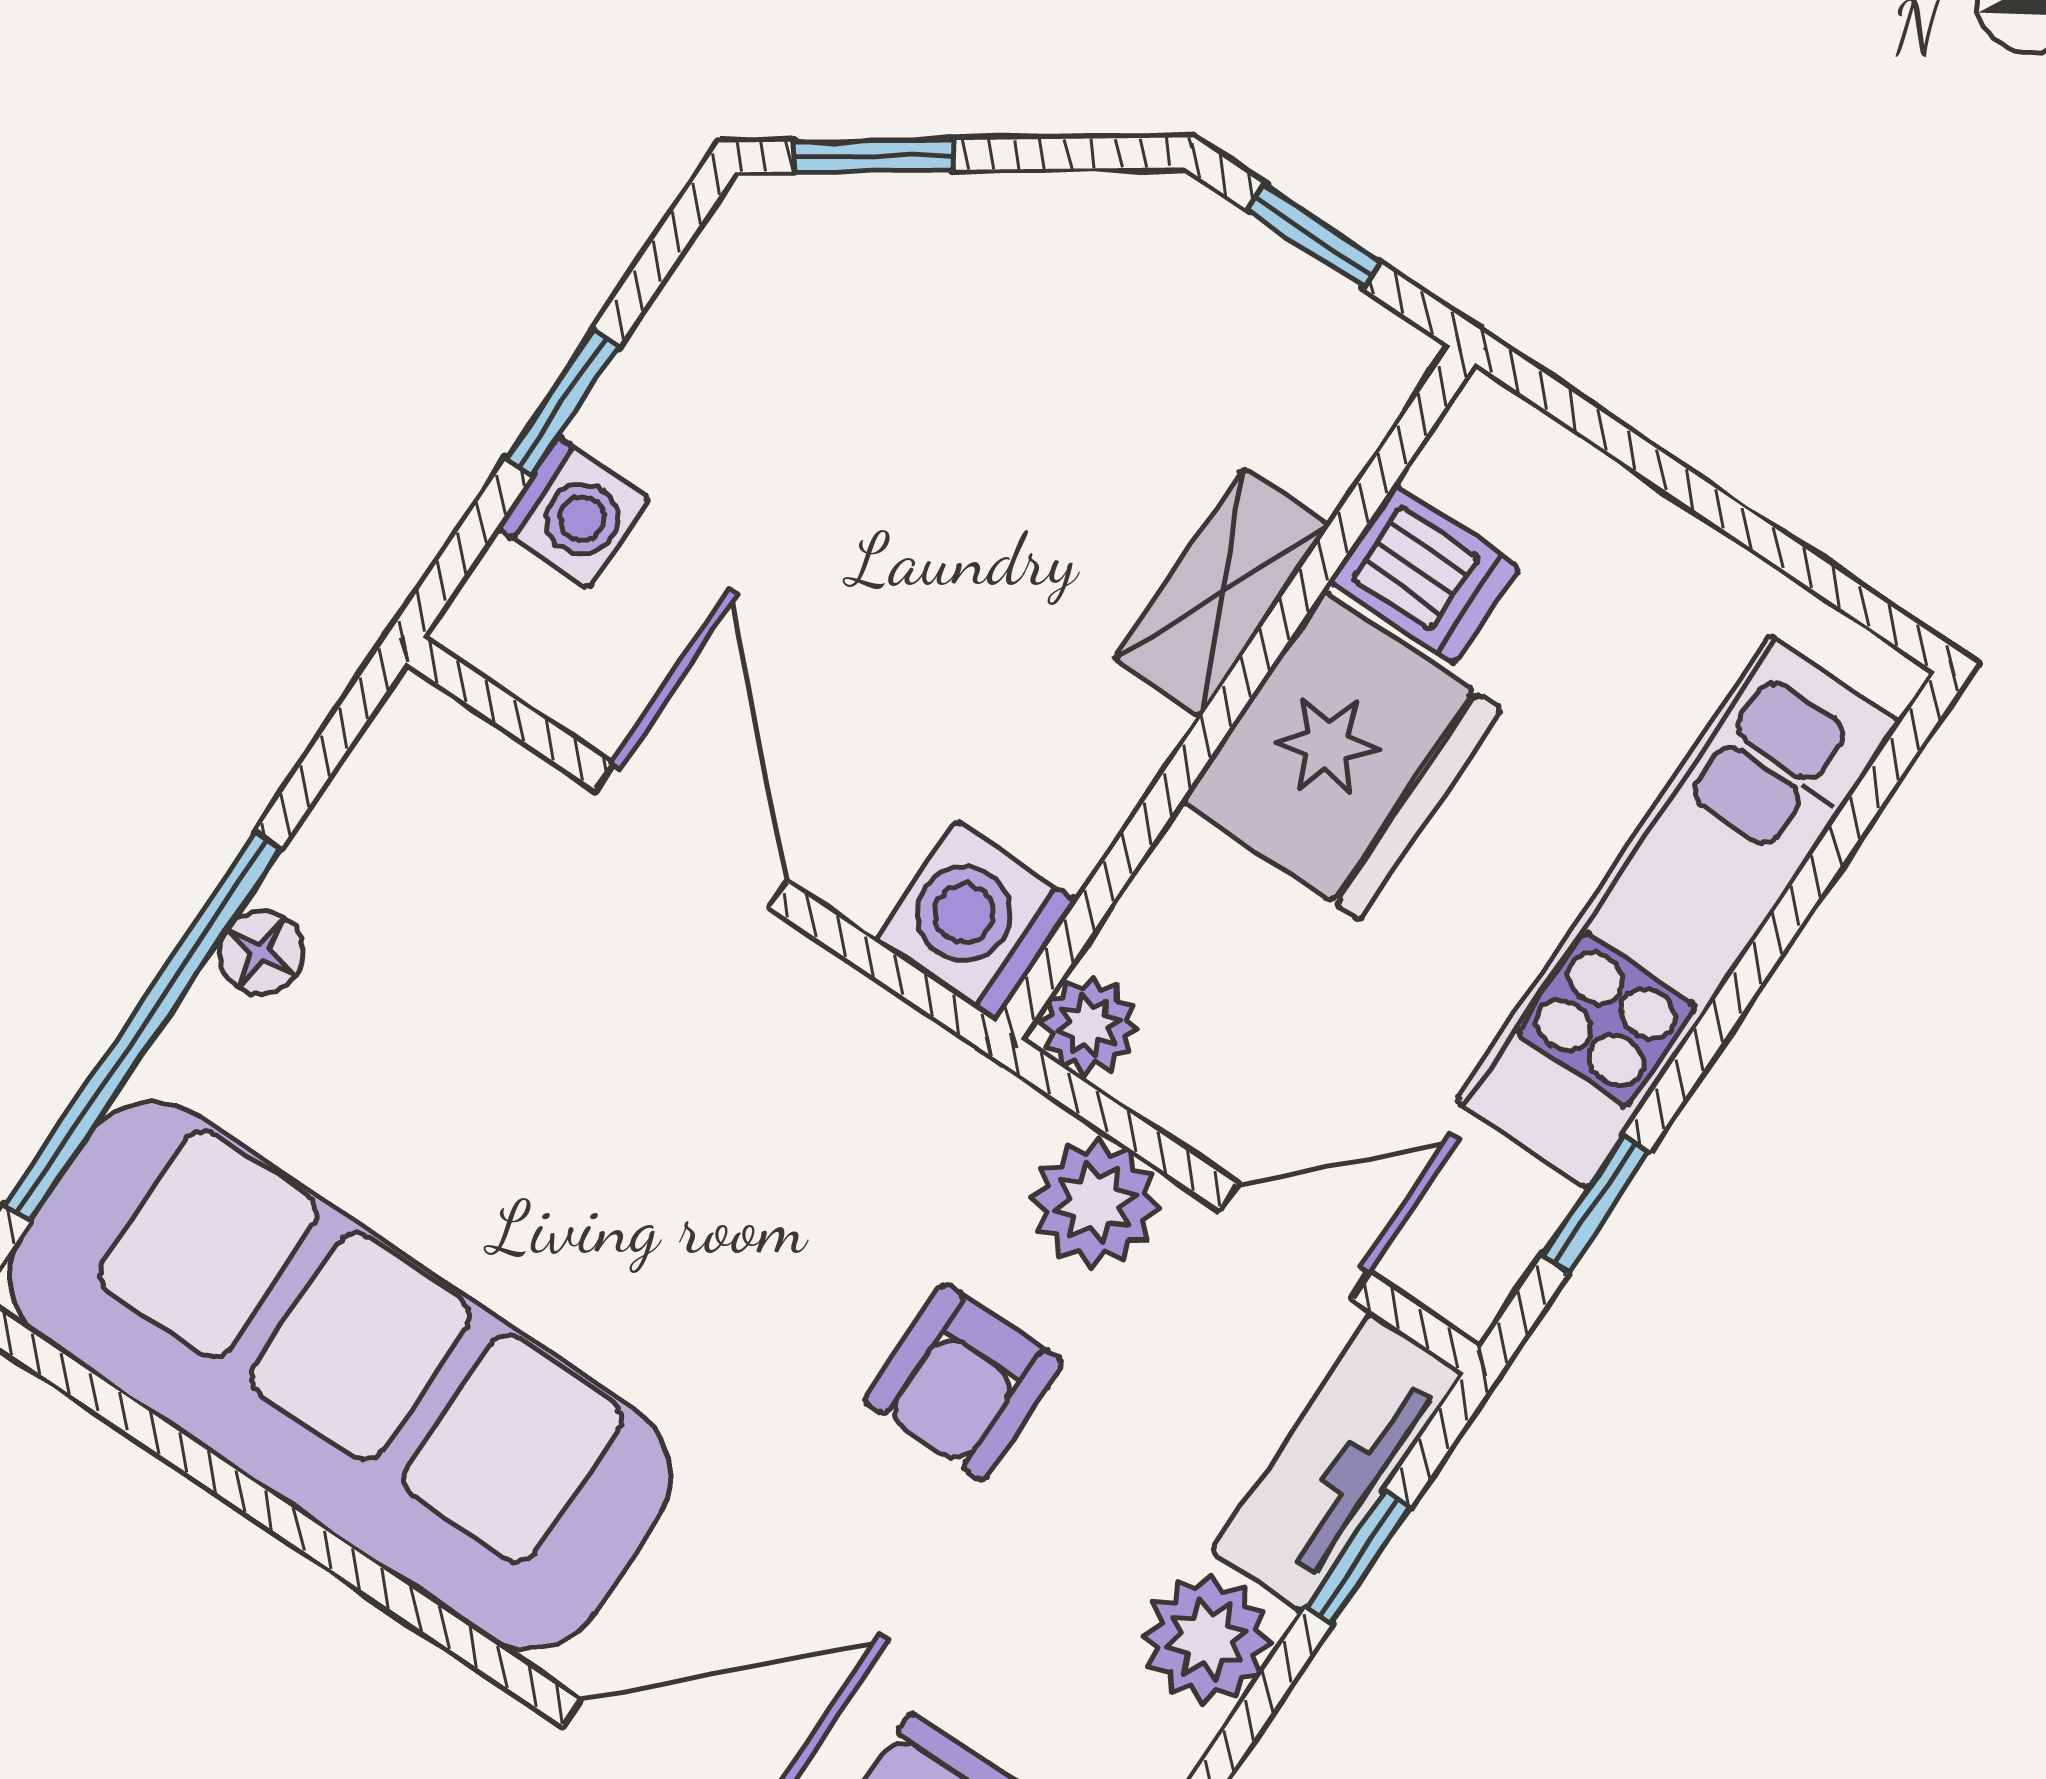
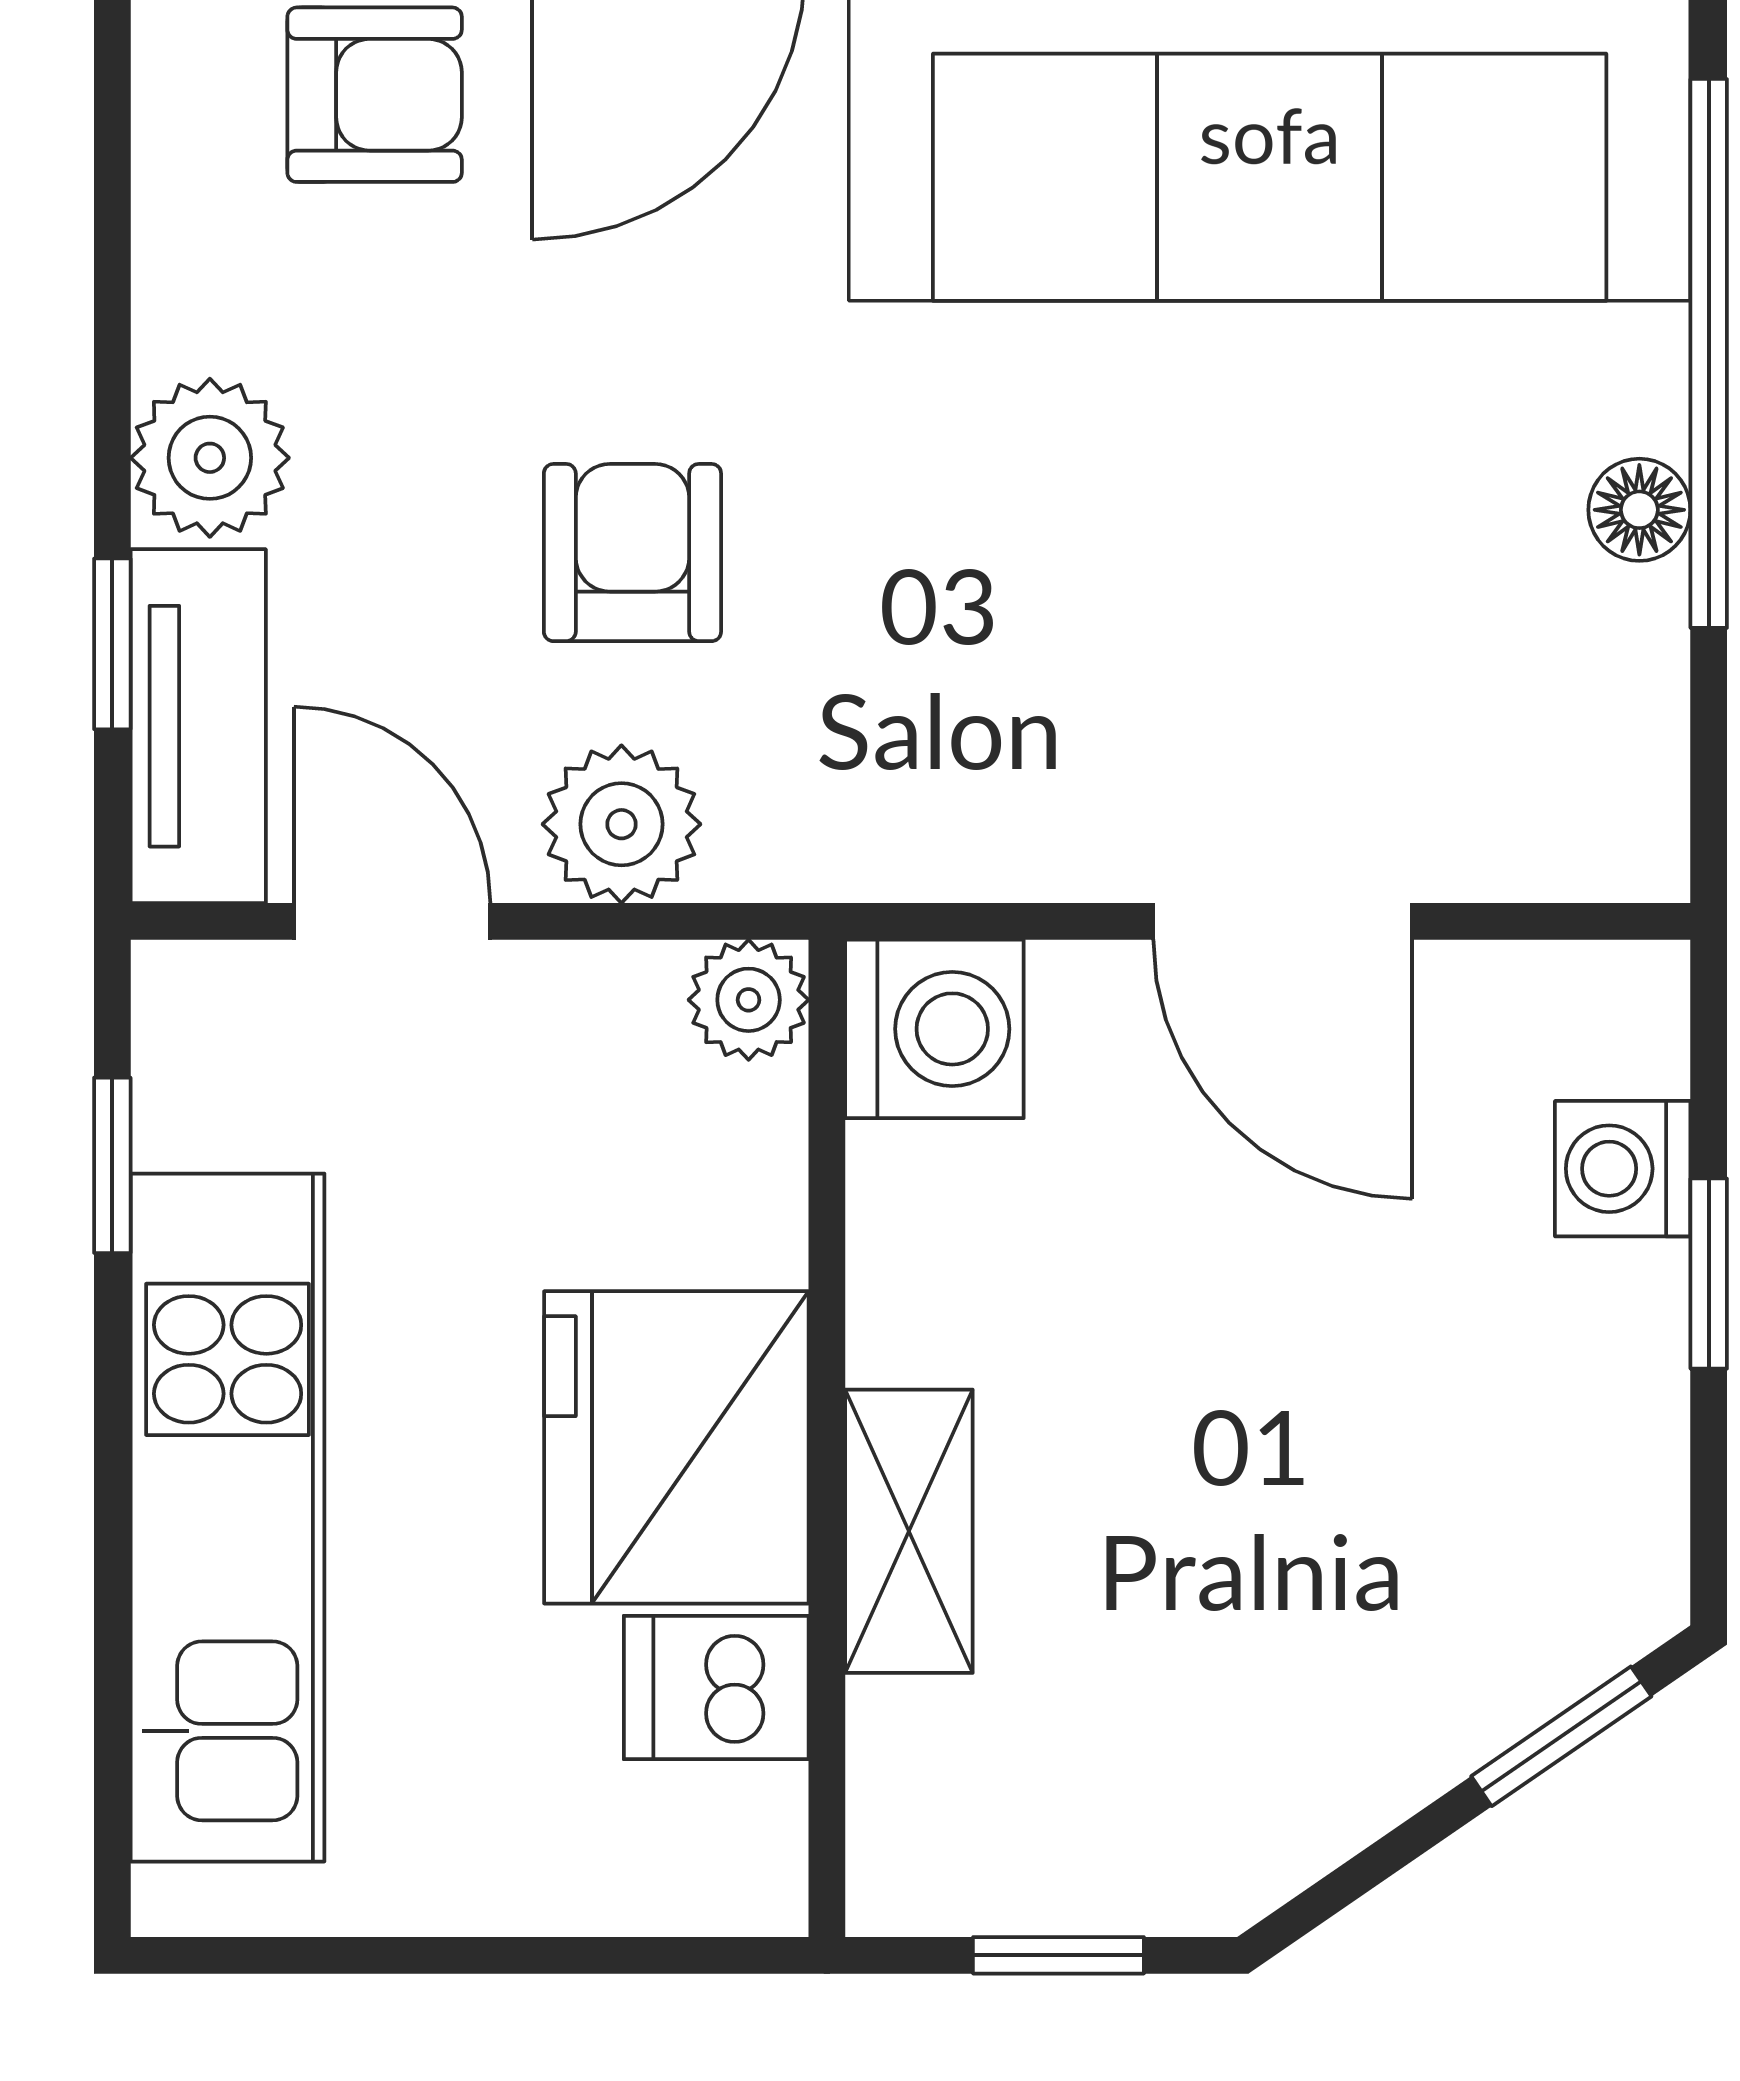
door: (1295, 1241) -> (392, 921), swing flipped

